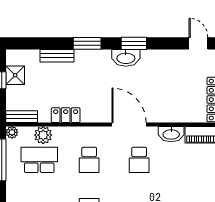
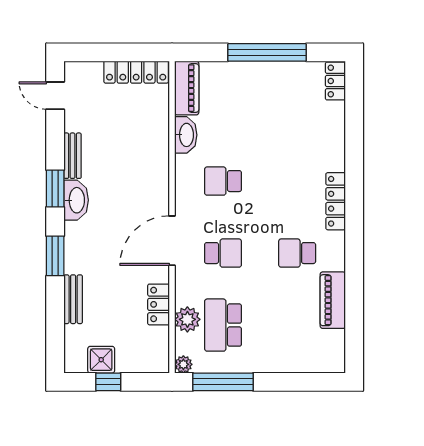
door: (198, 43) -> (55, 96), hinge flipped
locker: (66, 115) -> (159, 304), moved
bench: (22, 117) -> (72, 156), moved
door: (129, 124) -> (172, 241), moved
school desk: (139, 160) -> (223, 181), turned 180

